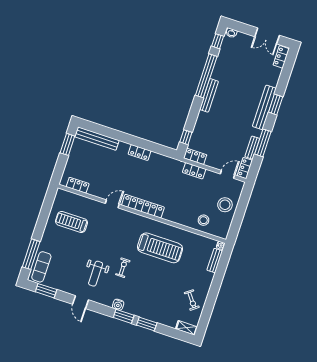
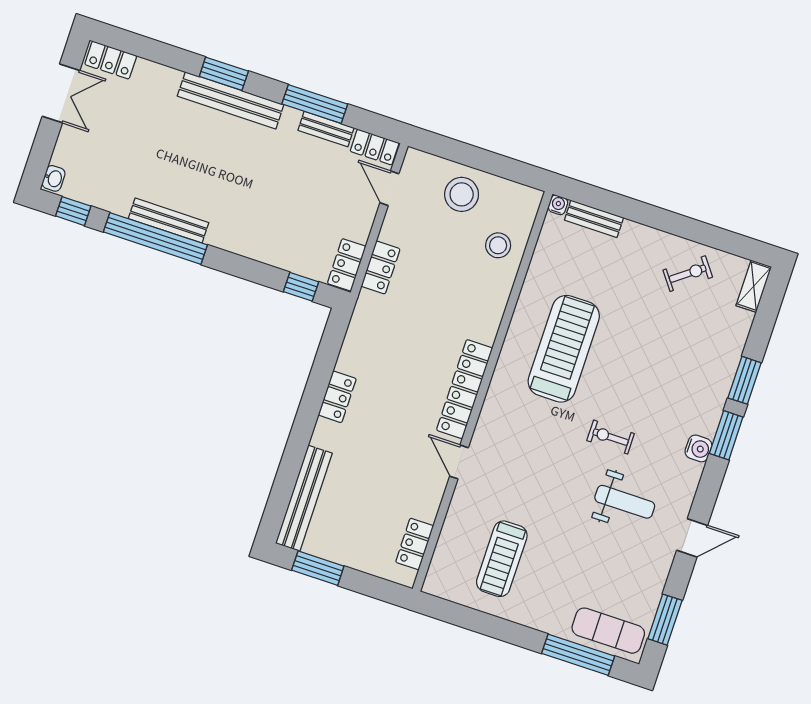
bench: (209, 95) -> (169, 221), moved

